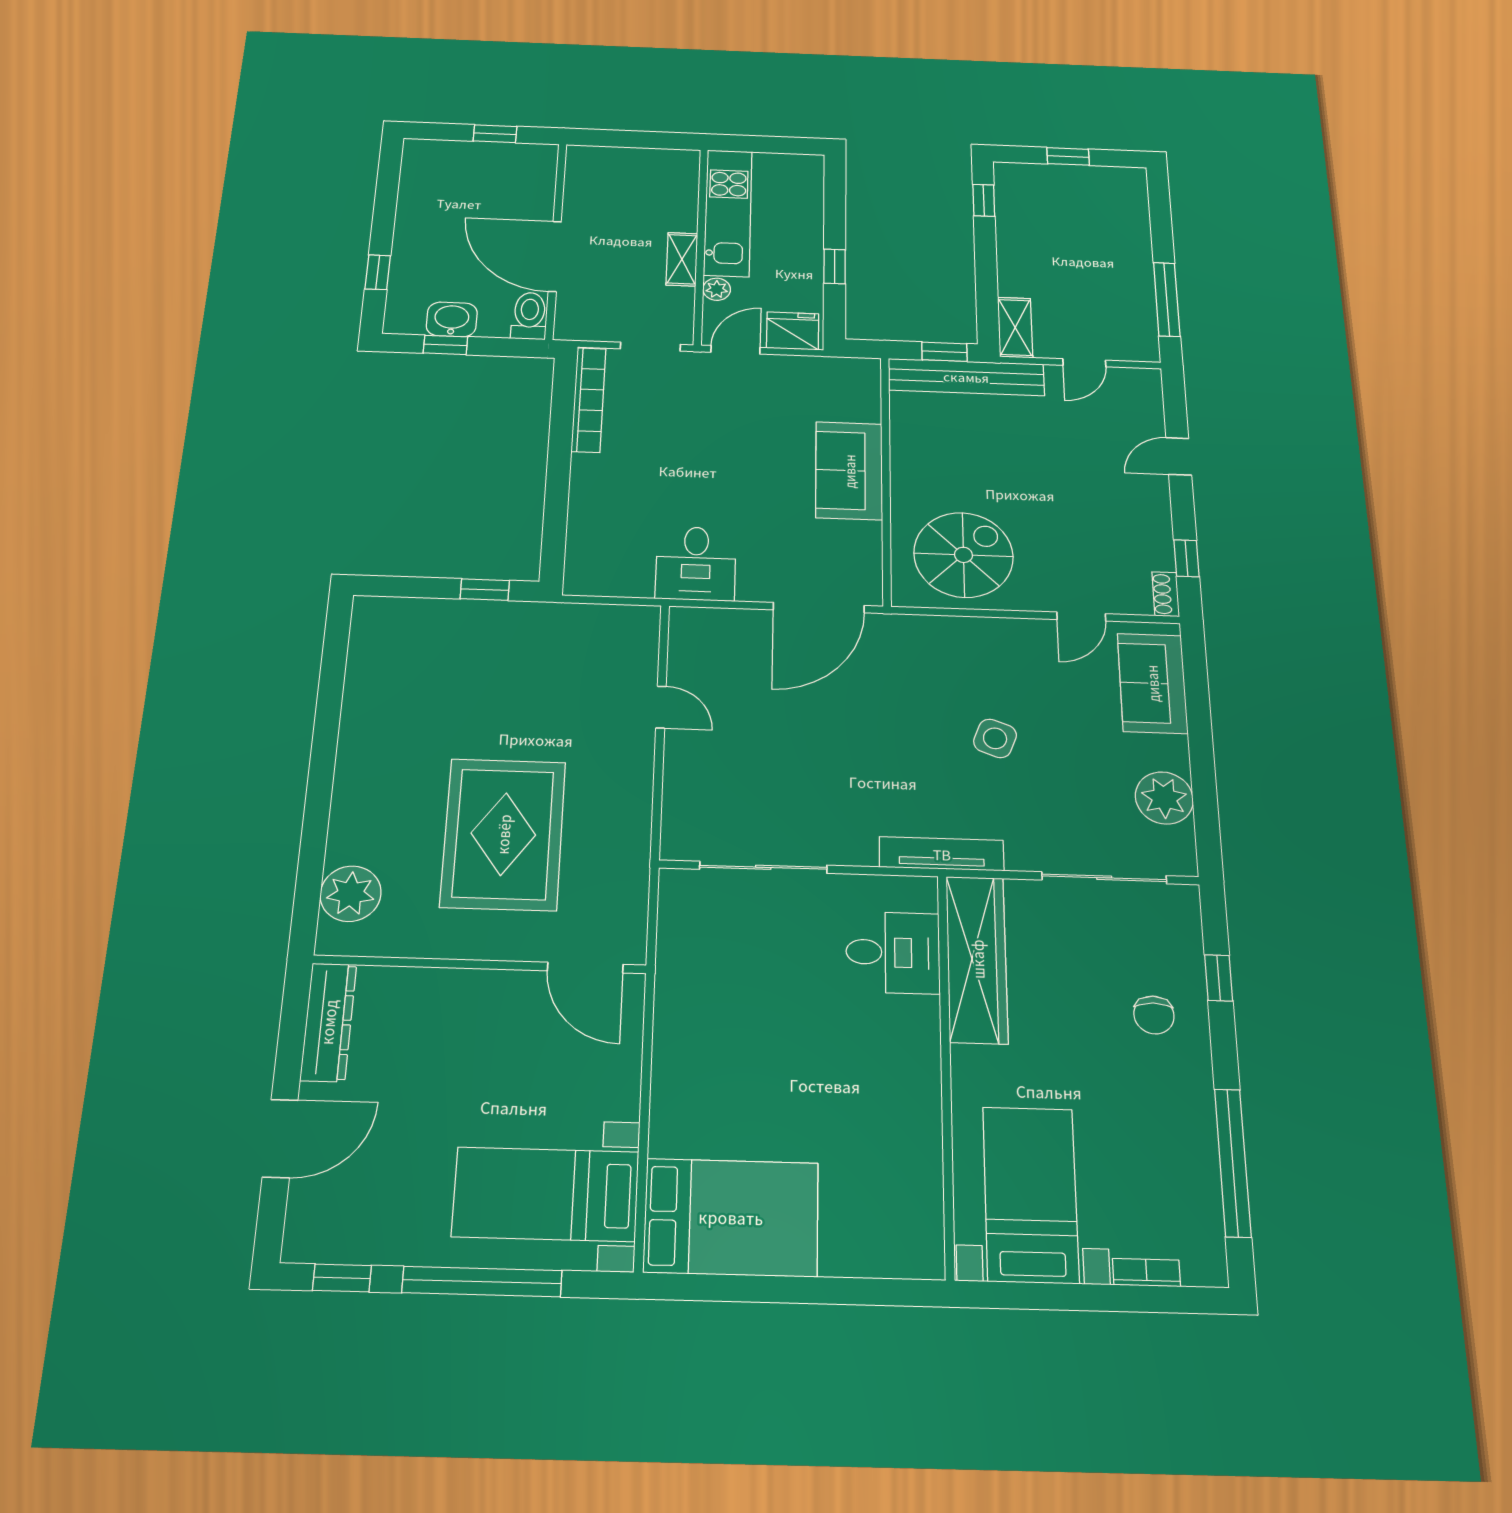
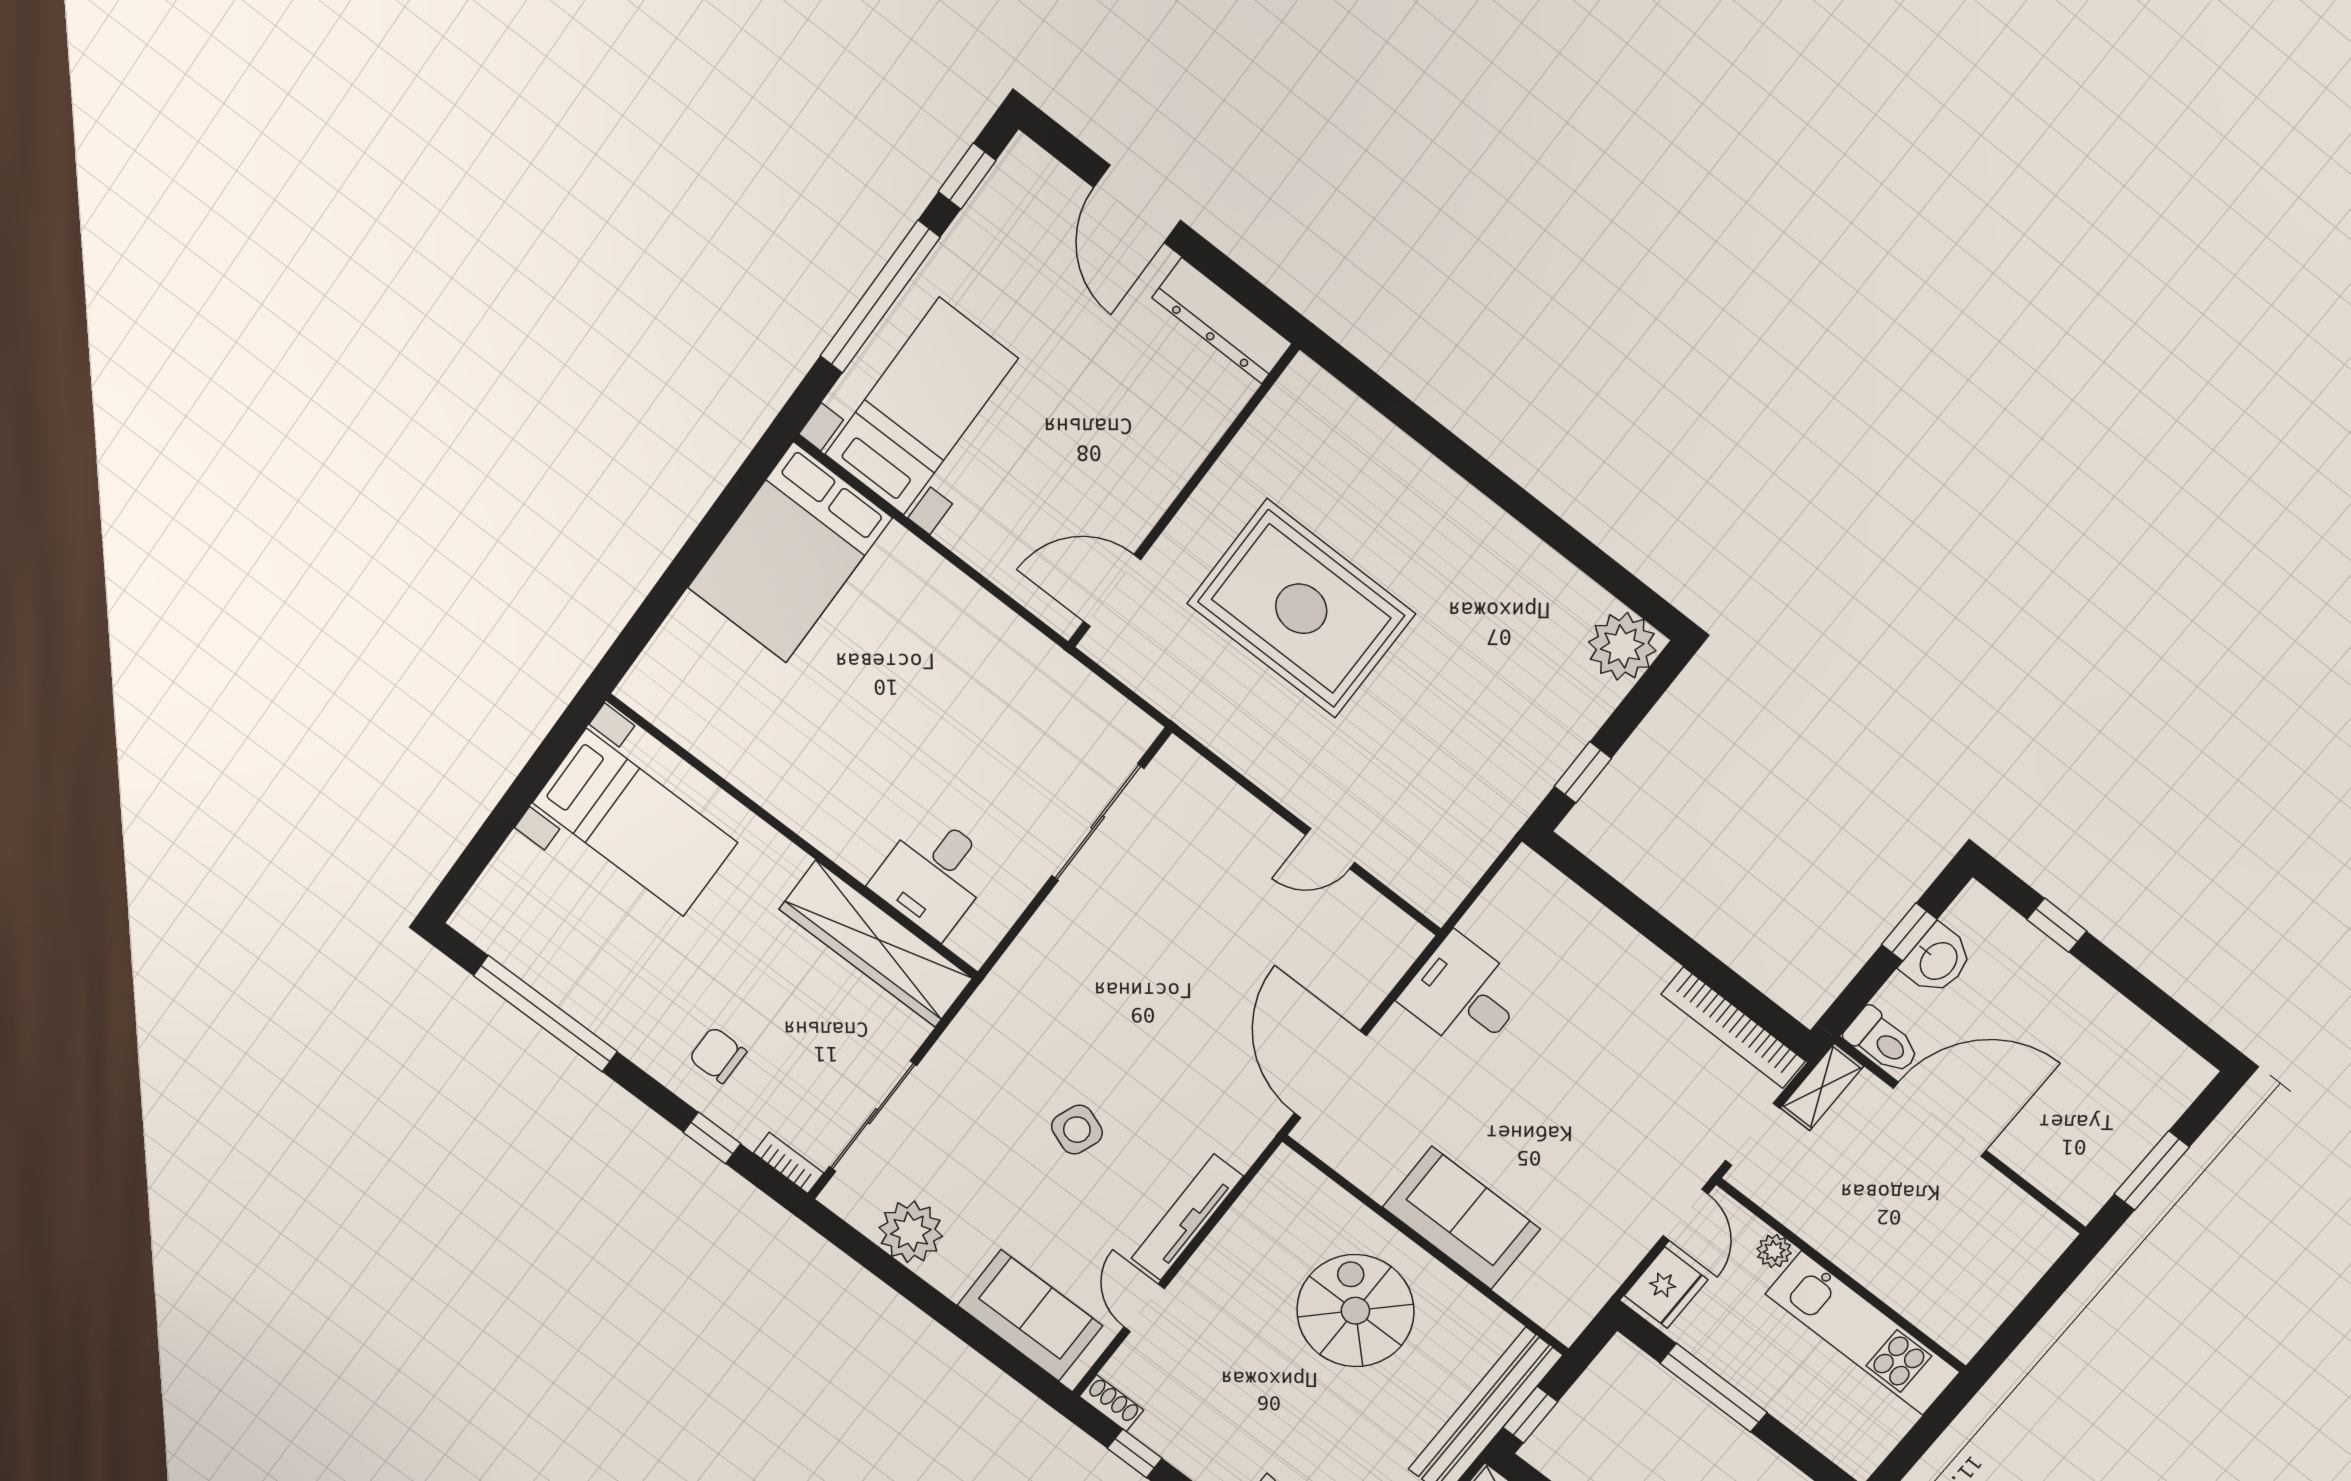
window: (495, 134) -> (2152, 1171), width x1.50
shelving: (682, 259) -> (1822, 1087), moved, turned 90
window: (835, 266) -> (1714, 1388), width x2.17
spiral stairs: (963, 555) -> (1355, 1311), moved, turned 180
tv unit: (942, 854) -> (1187, 1217), moved, turned 180
plant: (351, 894) -> (1622, 646), moved
bookcase: (1146, 1273) -> (789, 1163), moved, turned -90

